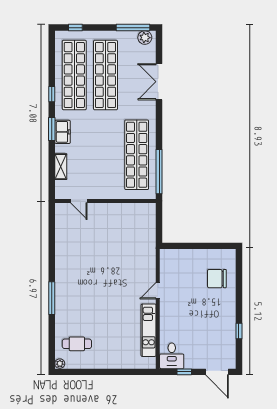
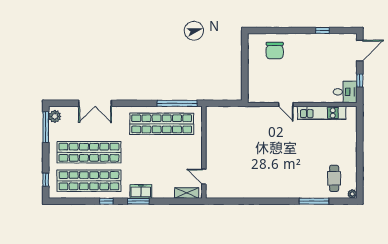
shelving: (61, 167) -> (187, 193), moved
door: (79, 201) -> (204, 177), swing flipped
window: (52, 298) -> (314, 201), moved

